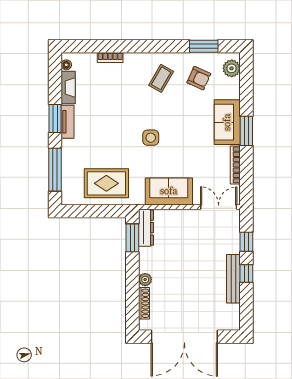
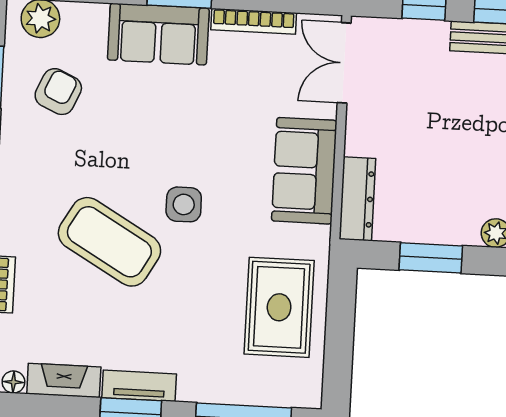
coffee table: (161, 78) -> (109, 242), moved, width x1.86, depth x1.72
dresser: (146, 228) -> (357, 199), moved, turned 90
window: (132, 238) -> (431, 258), moved

